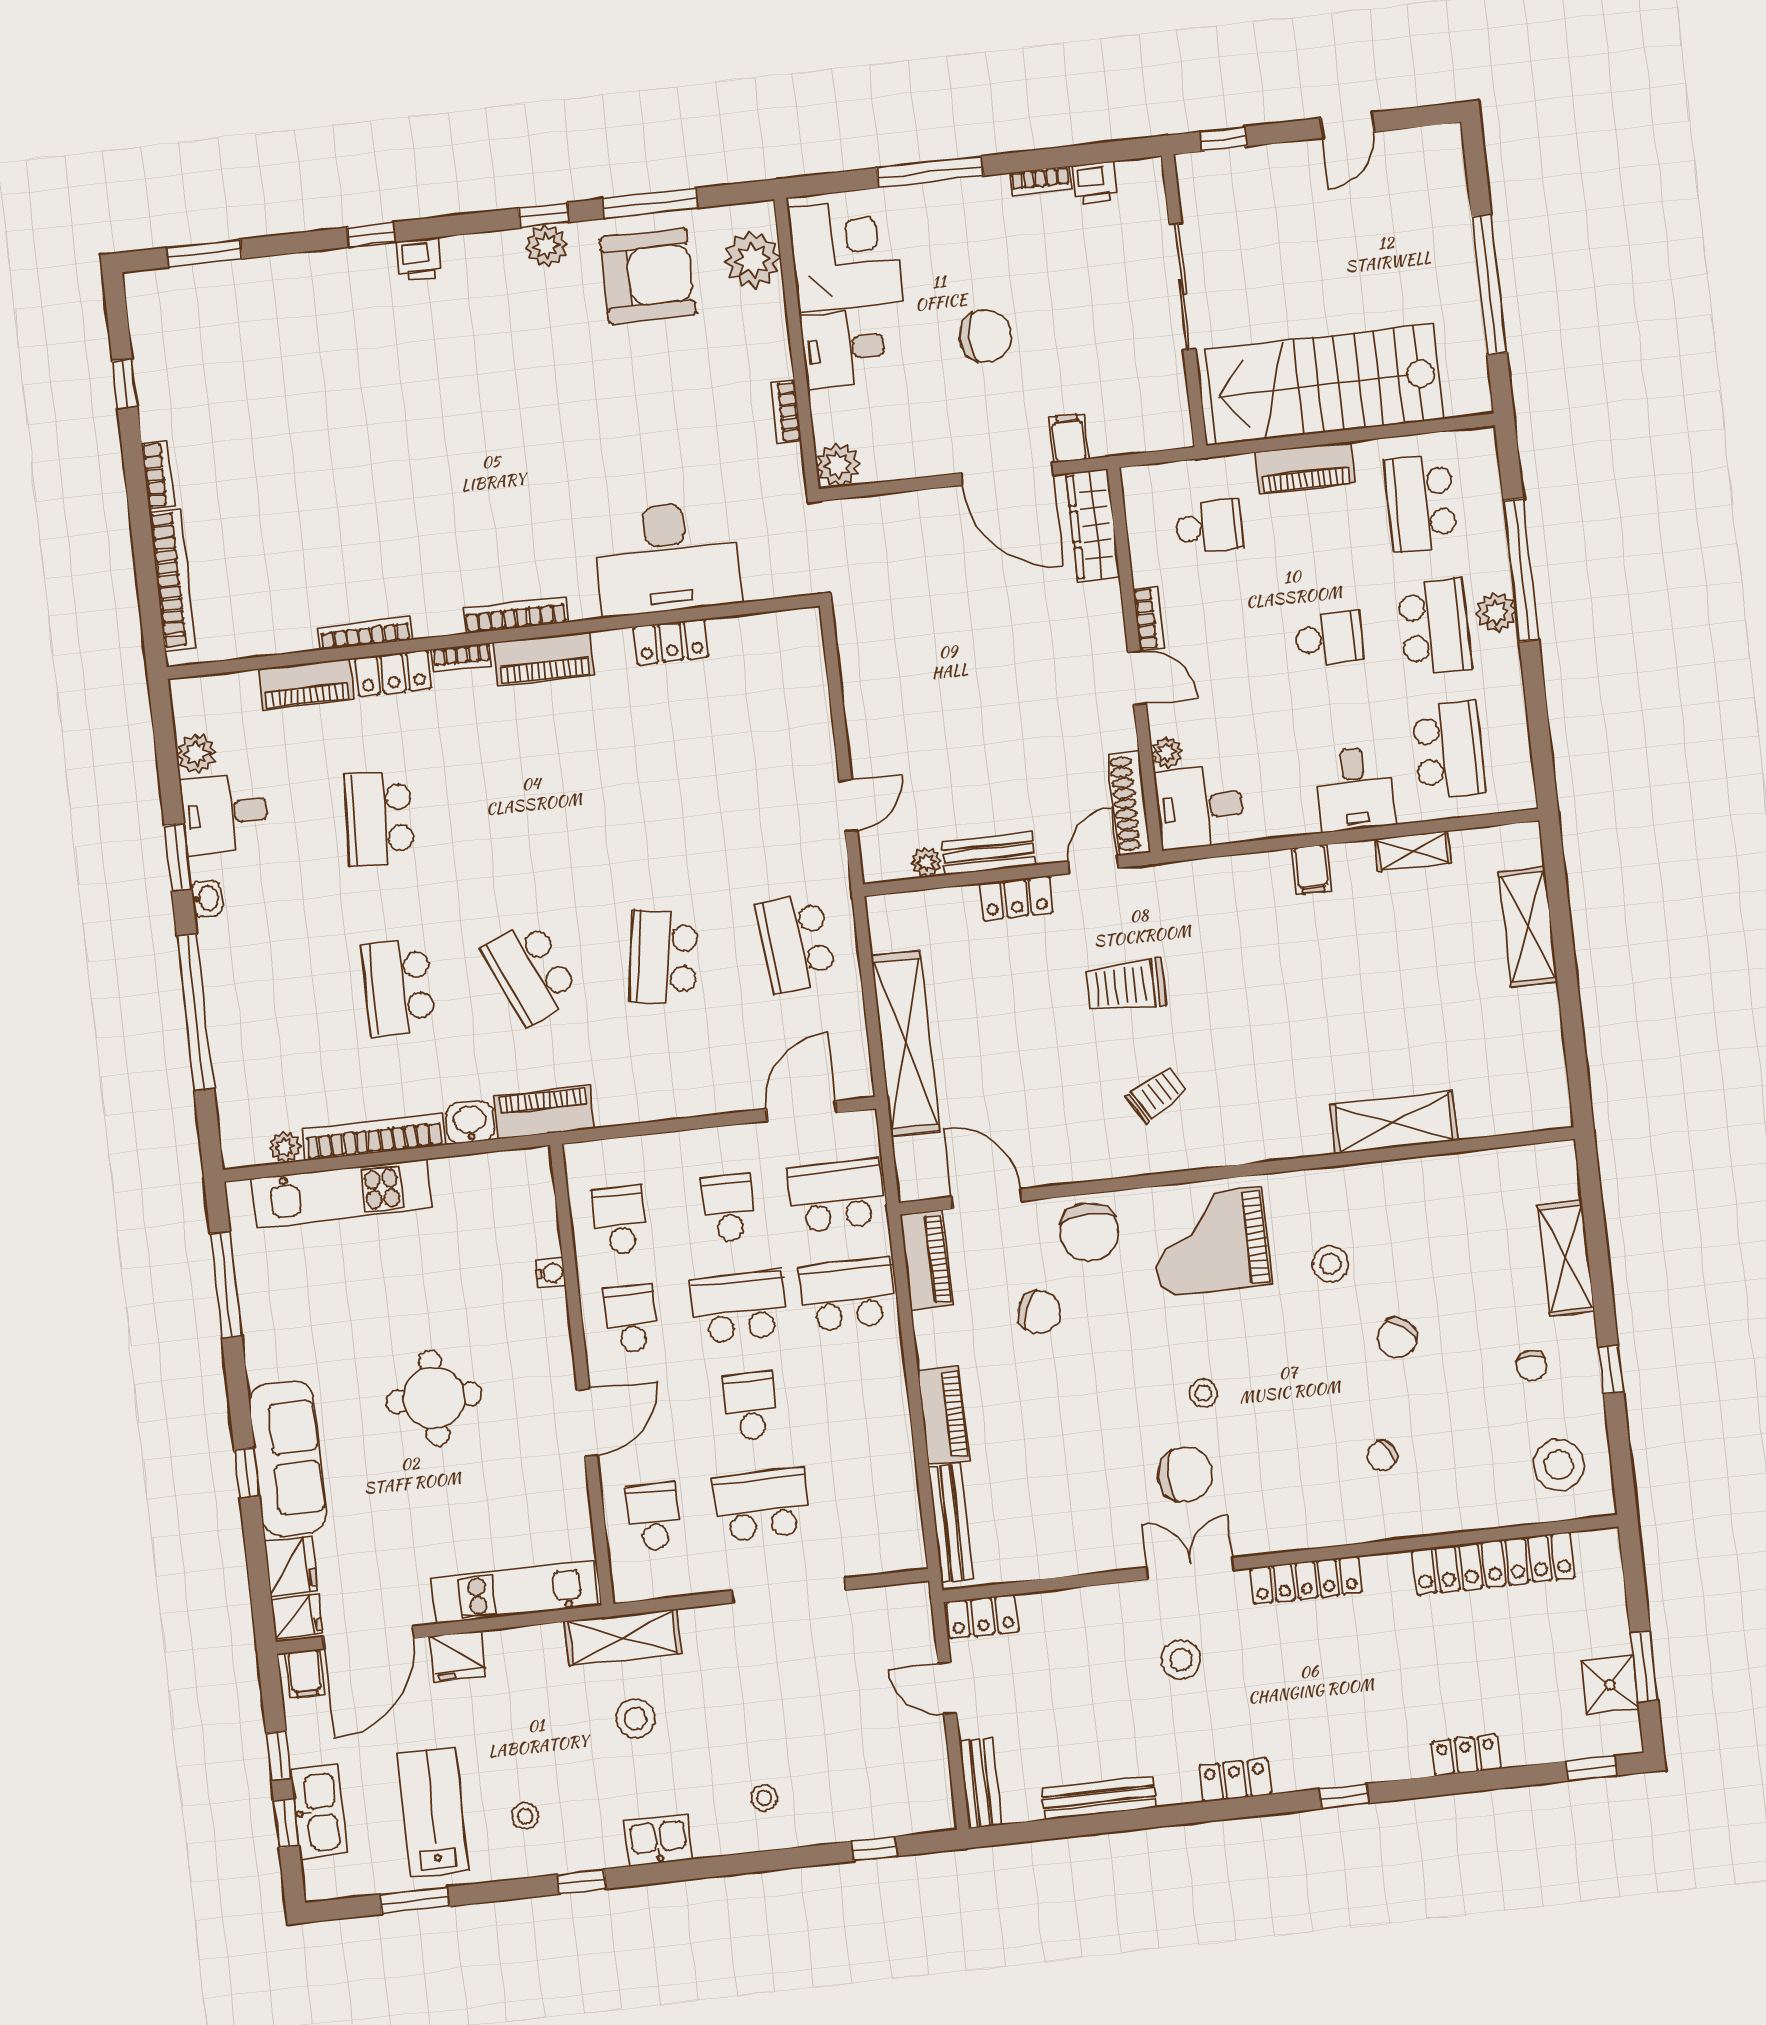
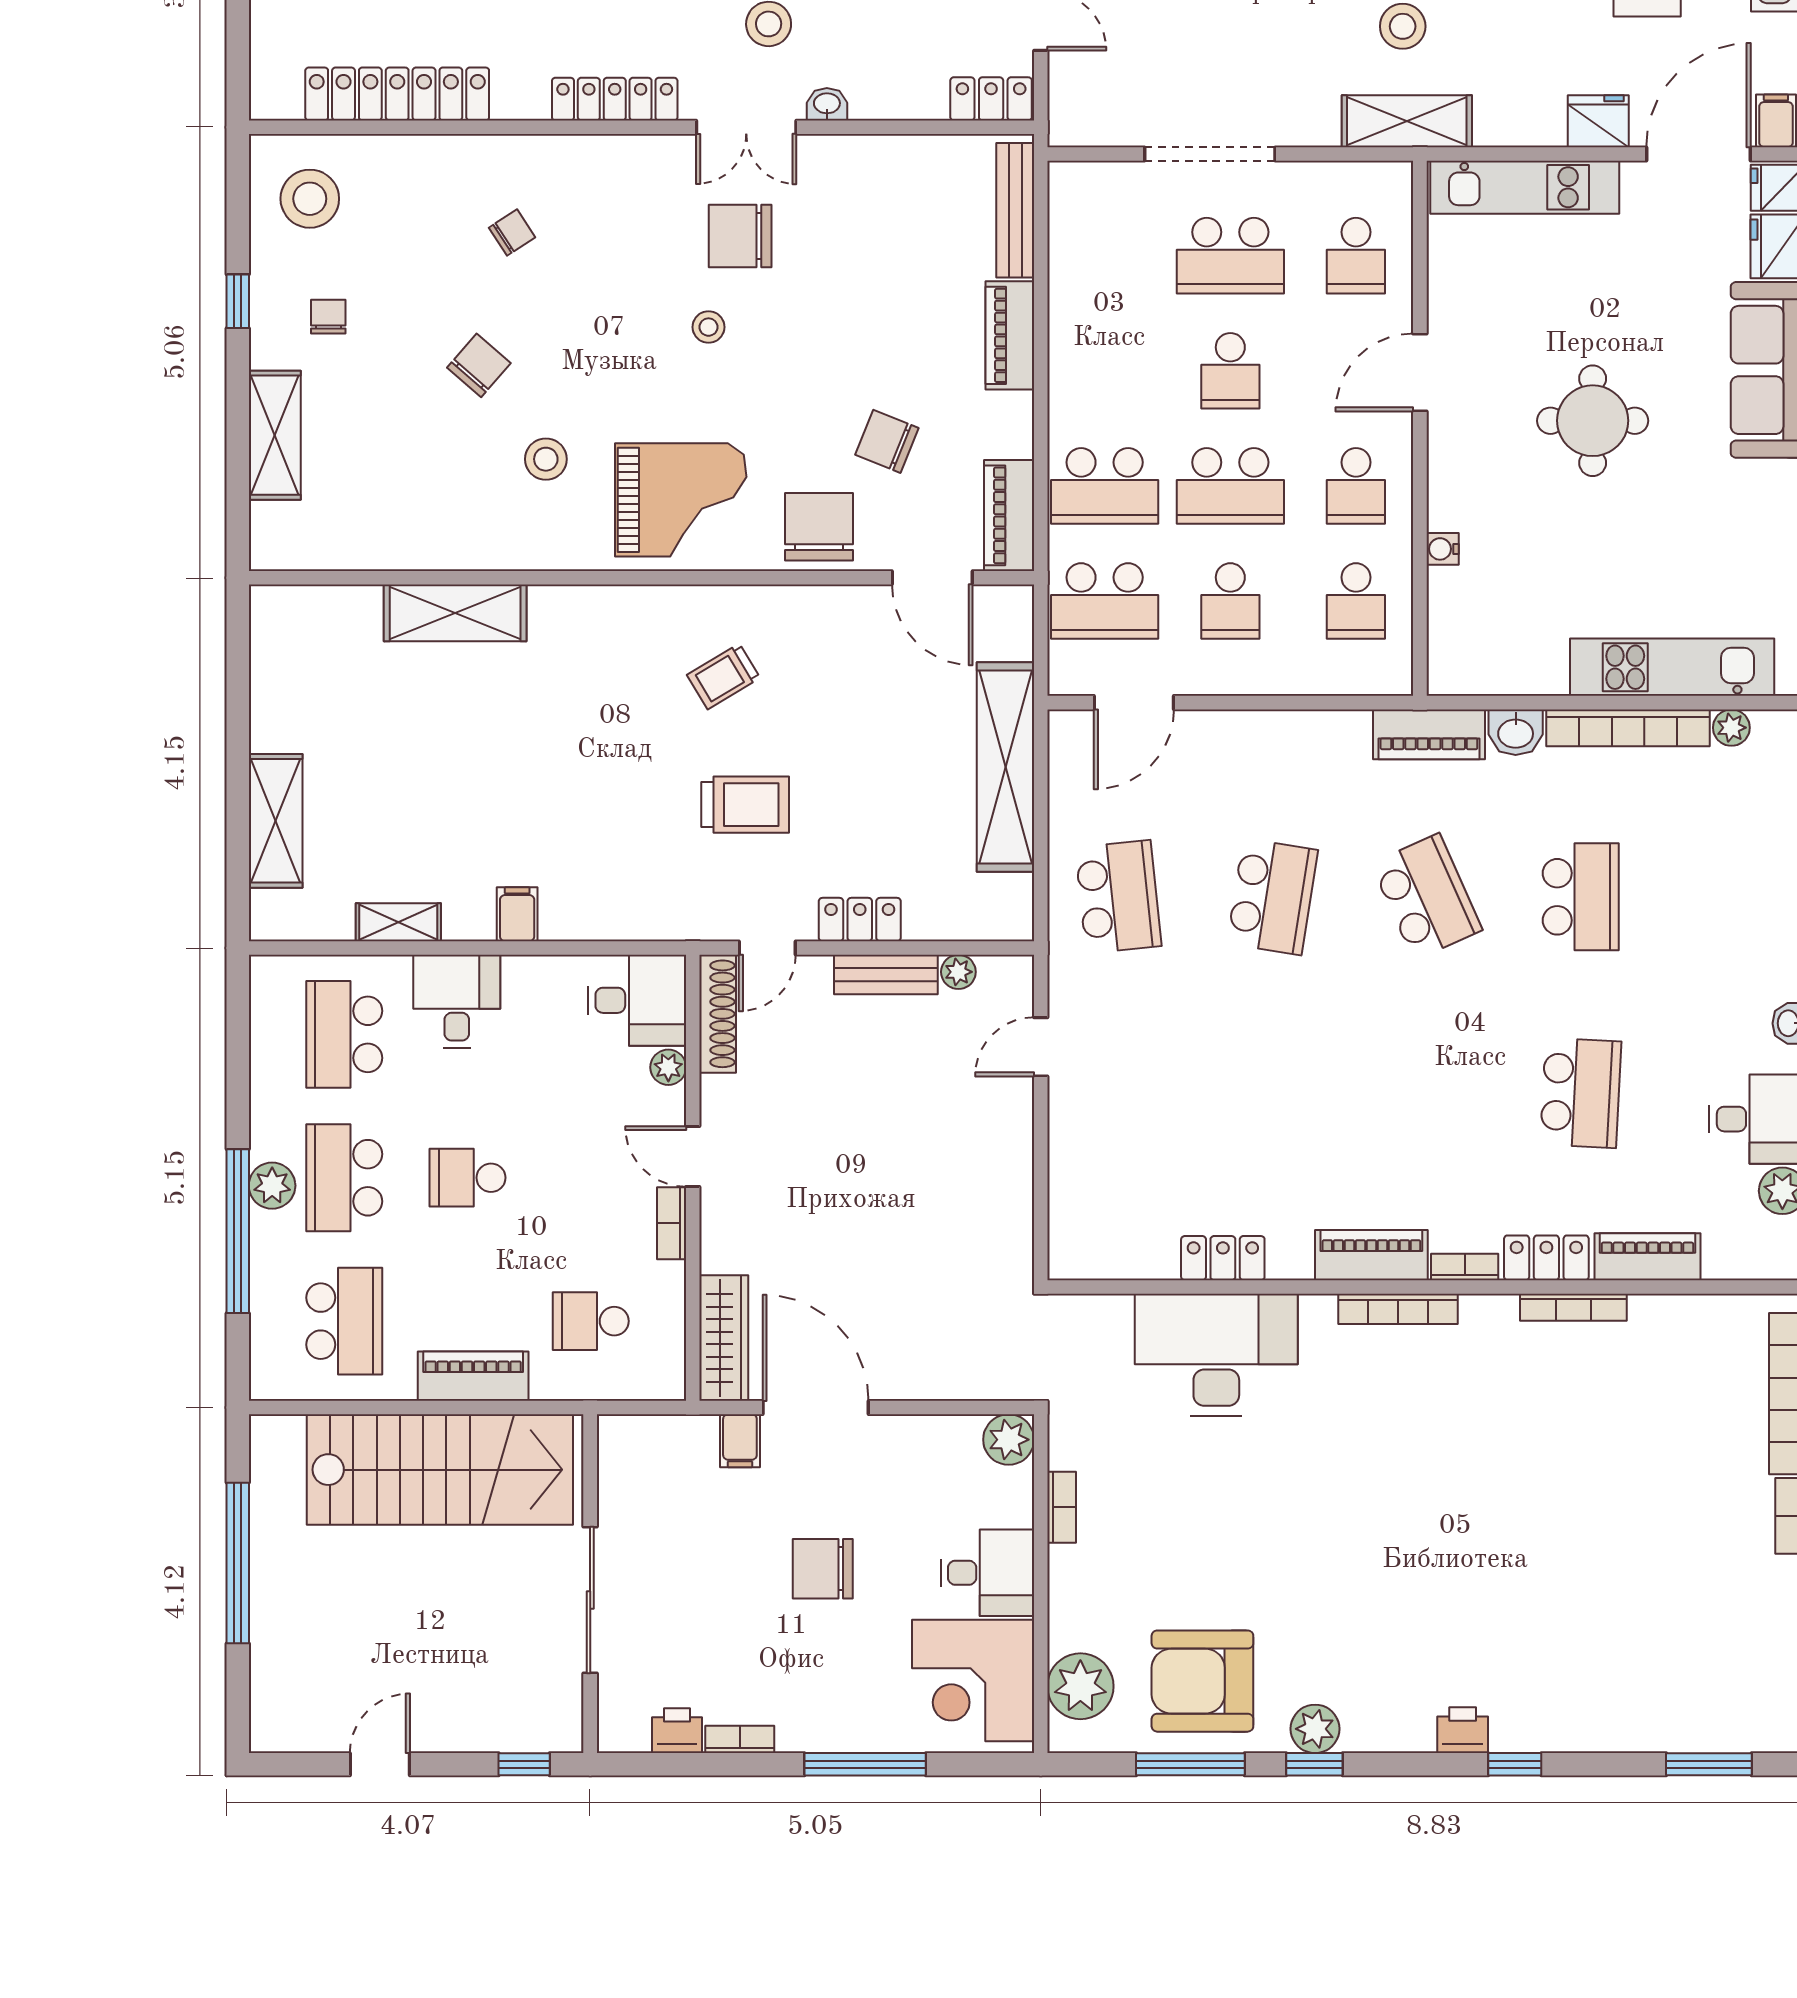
washbasin: (1123, 1596) -> (827, 104), added

